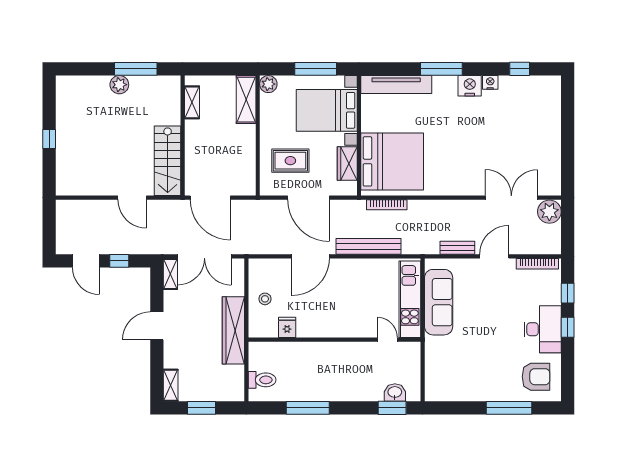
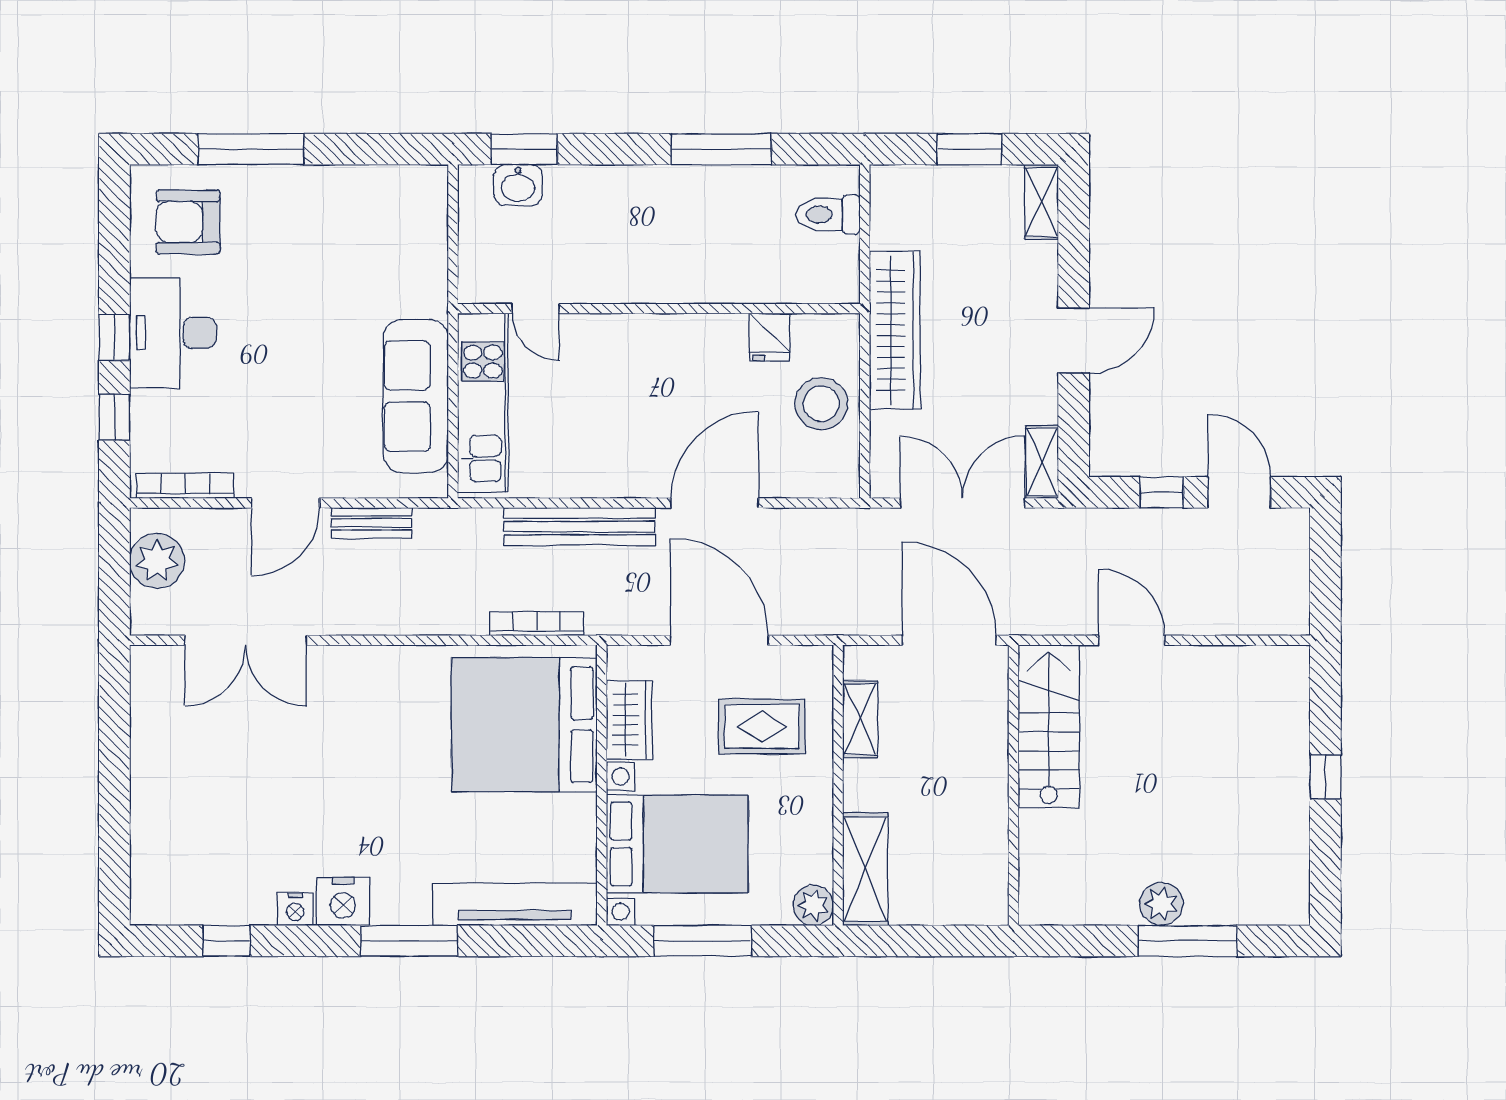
window: (136, 69) -> (1188, 941), moved
shelving: (192, 102) -> (860, 719), moved
plant: (549, 212) -> (157, 561), moved
stool: (265, 299) -> (821, 404), width x1.89, depth x1.89

